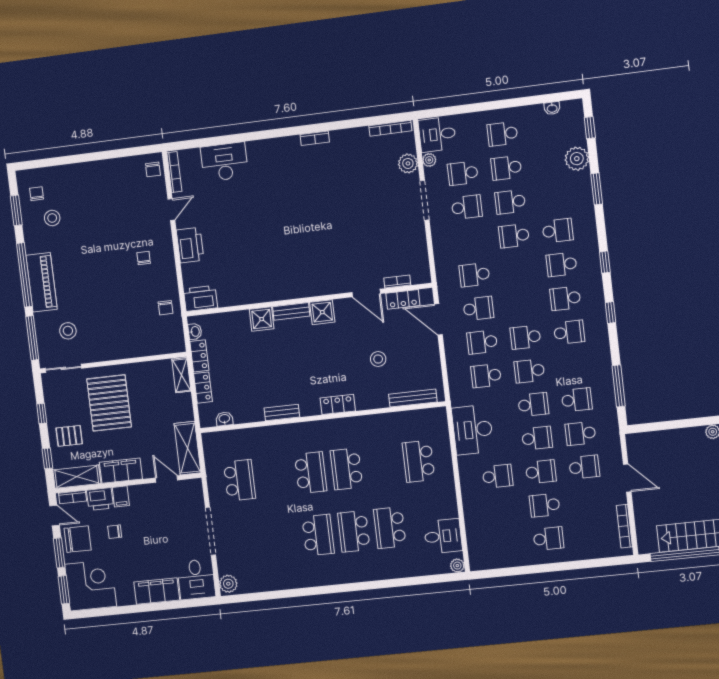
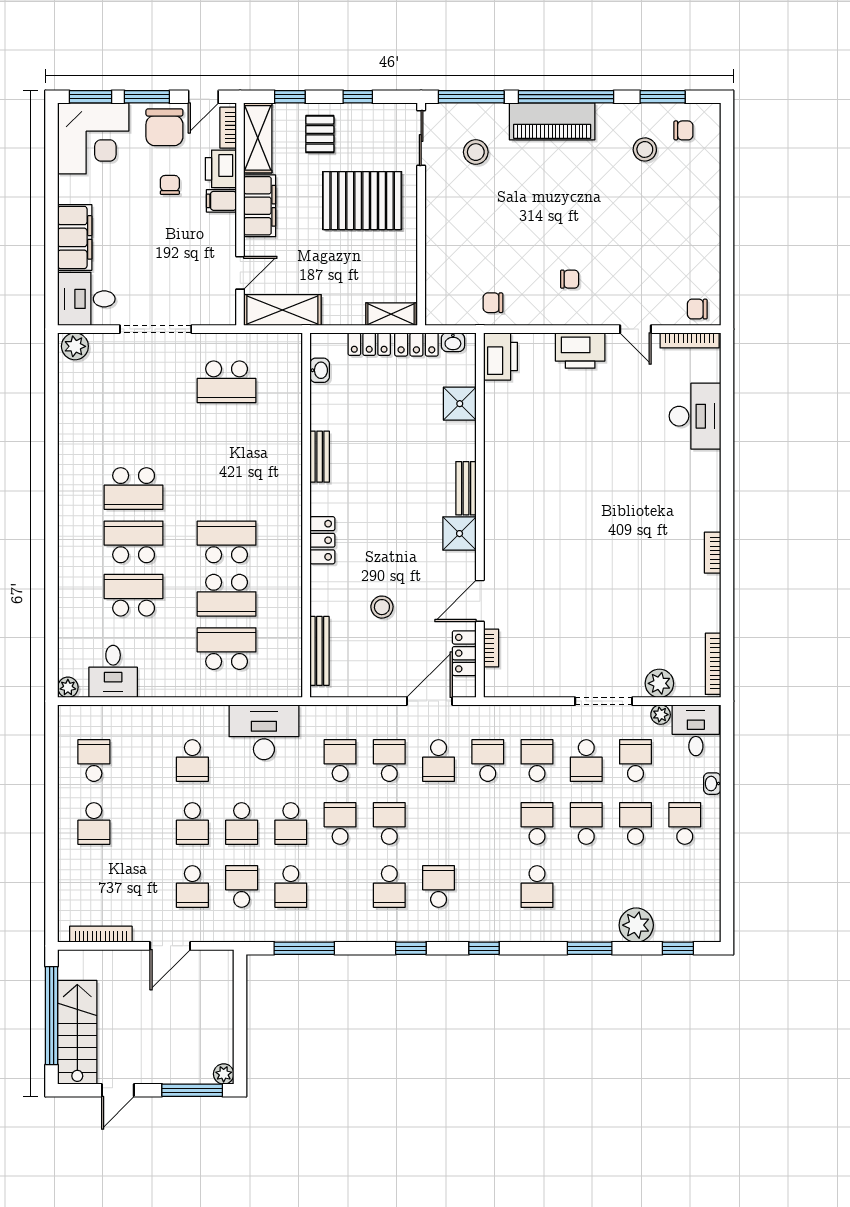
washbasin: (552, 108) -> (712, 784), moved
school desk: (561, 264) -> (537, 761), moved
shower: (262, 319) -> (460, 404), moved
school desk: (311, 473) -> (227, 595), moved
school desk: (545, 505) -> (94, 761), moved

